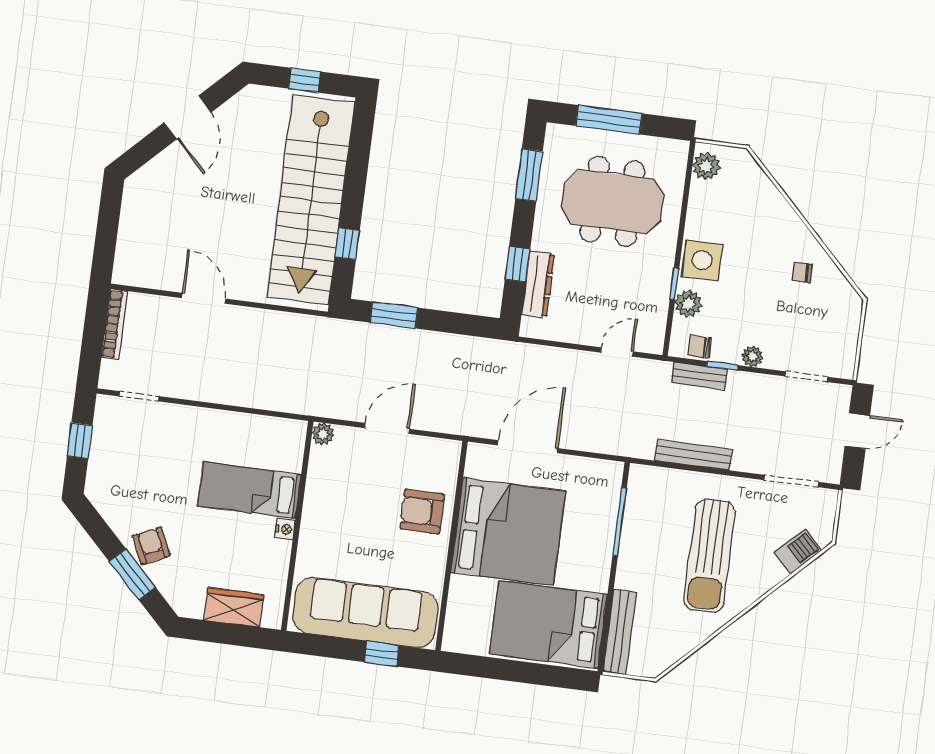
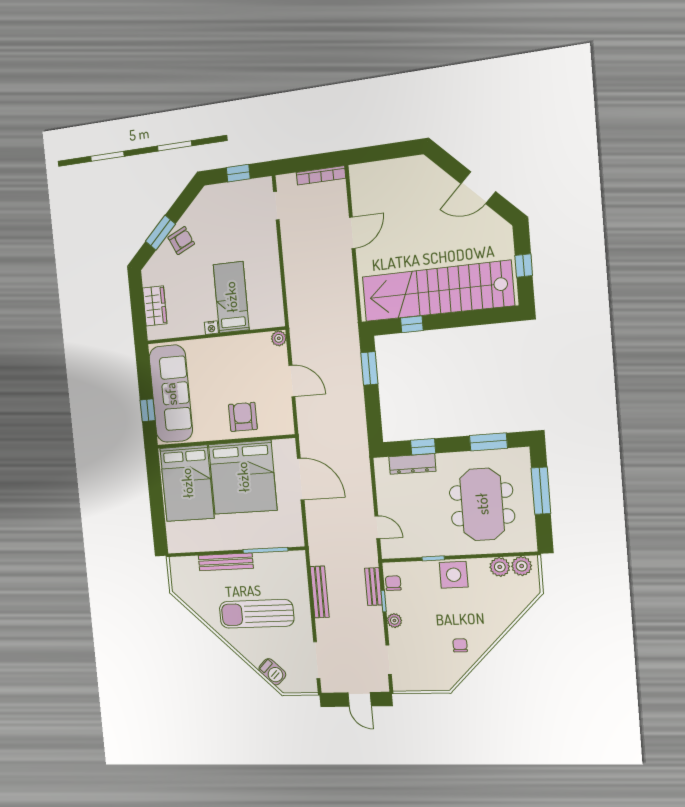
plant: (688, 304) -> (500, 567), moved
bed: (548, 624) -> (187, 483), moved, turned 180
bench: (620, 632) -> (226, 562), moved

